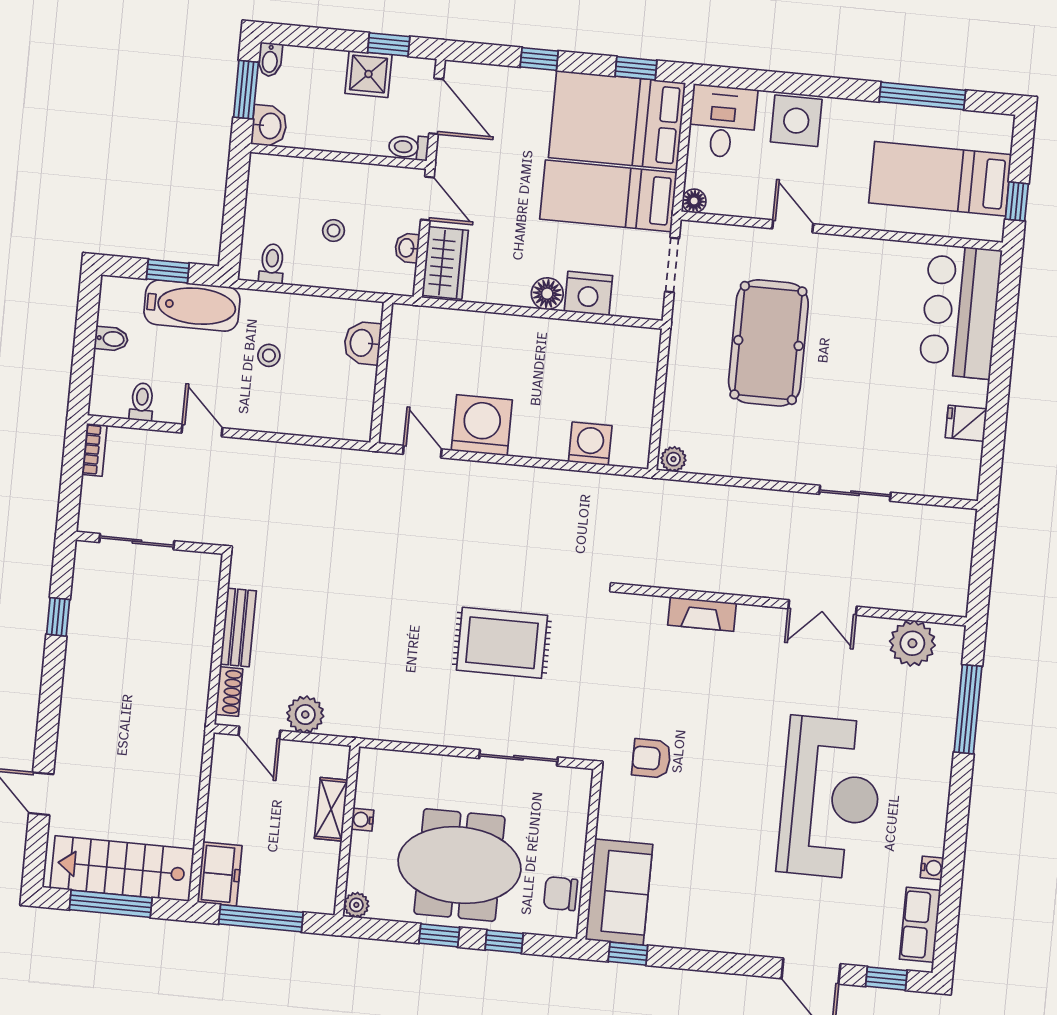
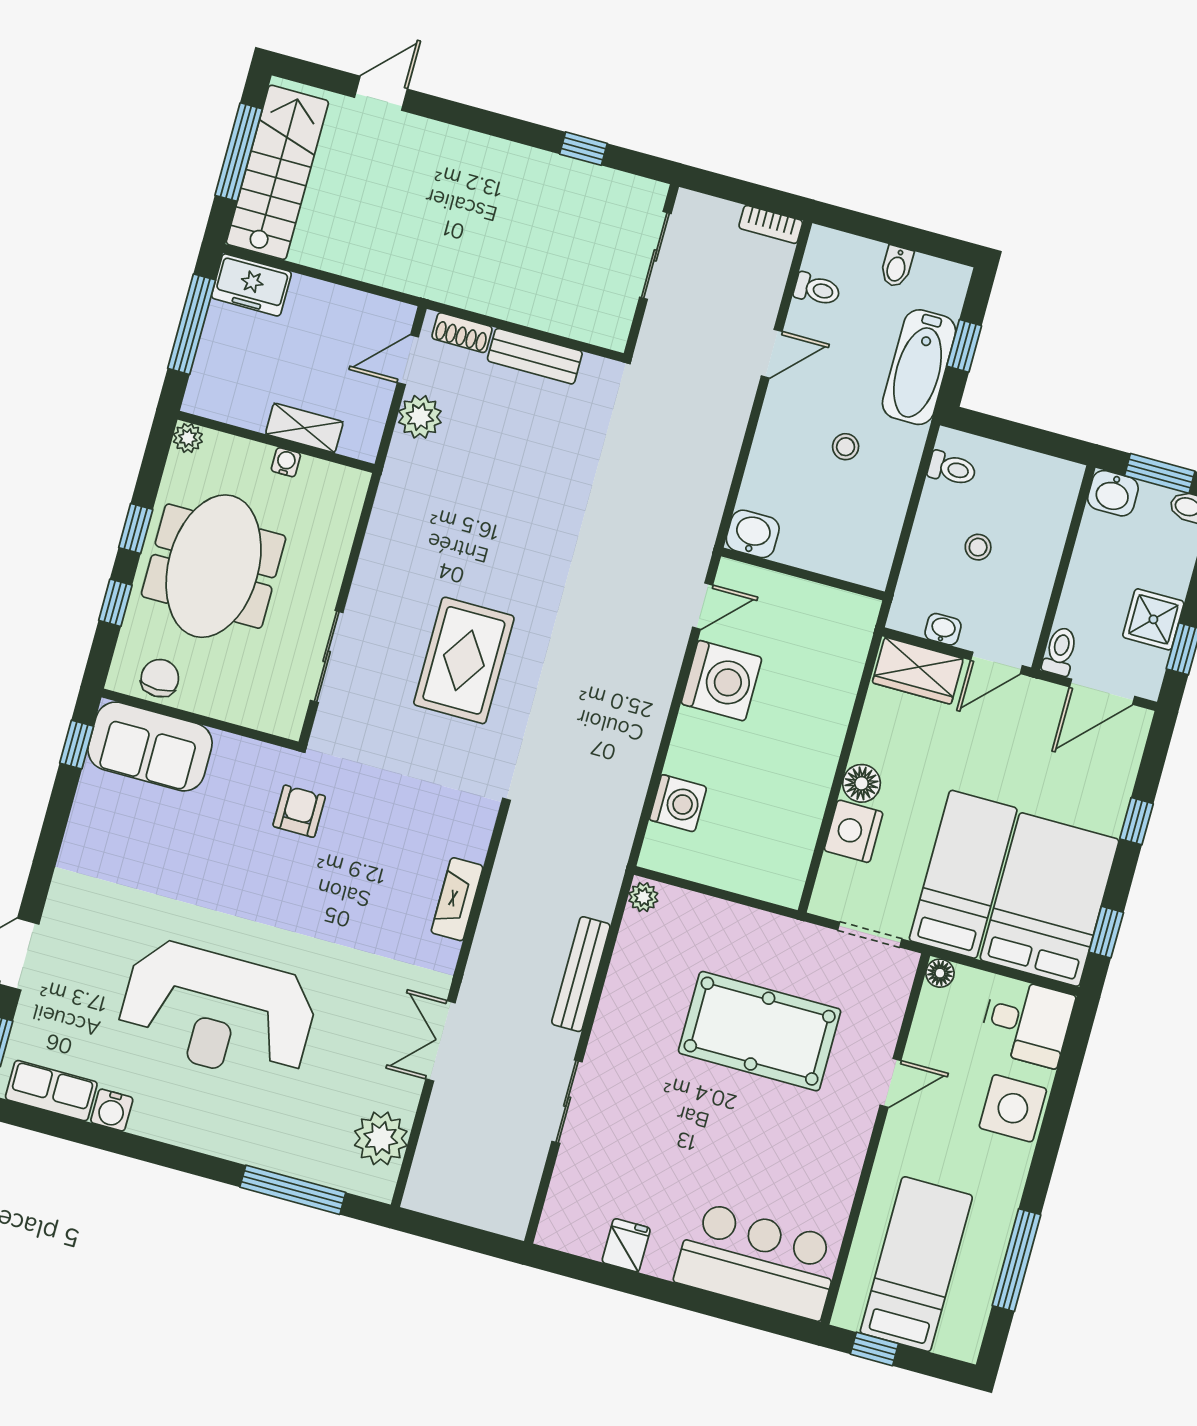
washbasin: (362, 343) -> (753, 534), moved
bench: (747, 500) -> (581, 974), added
water cooler: (932, 868) -> (112, 1110), width x1.38, depth x1.38

